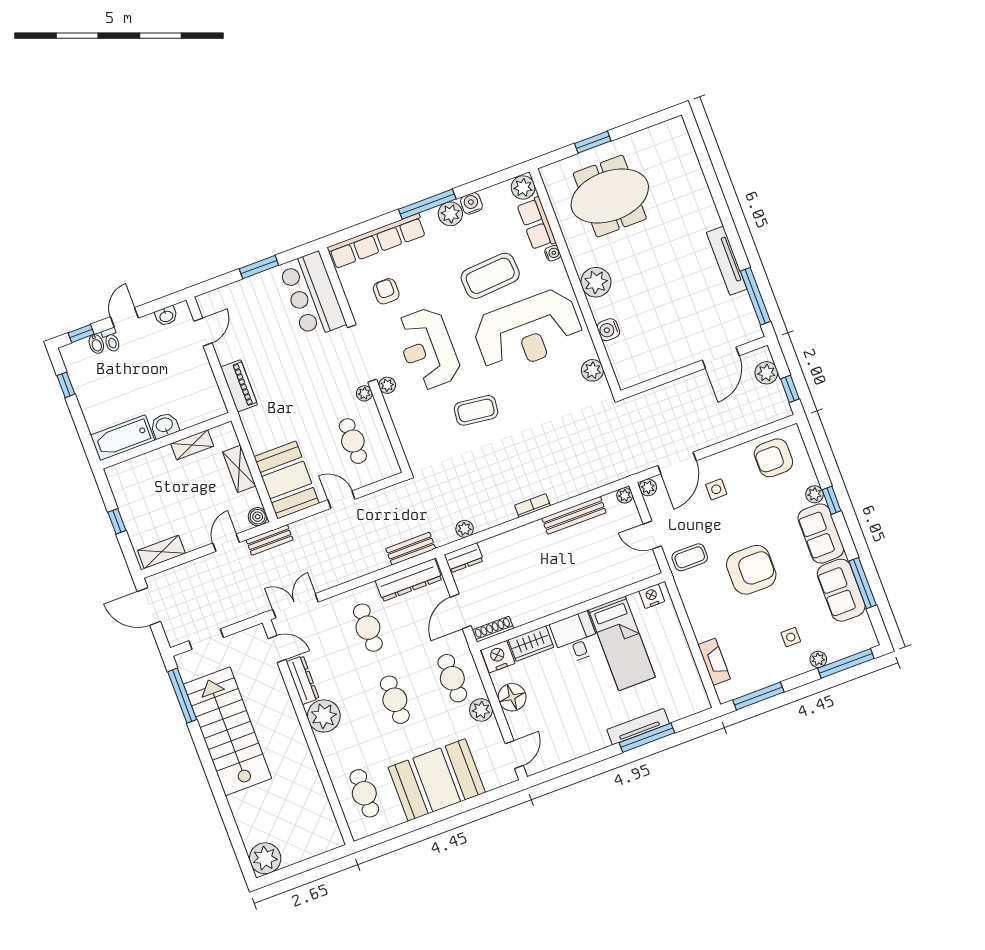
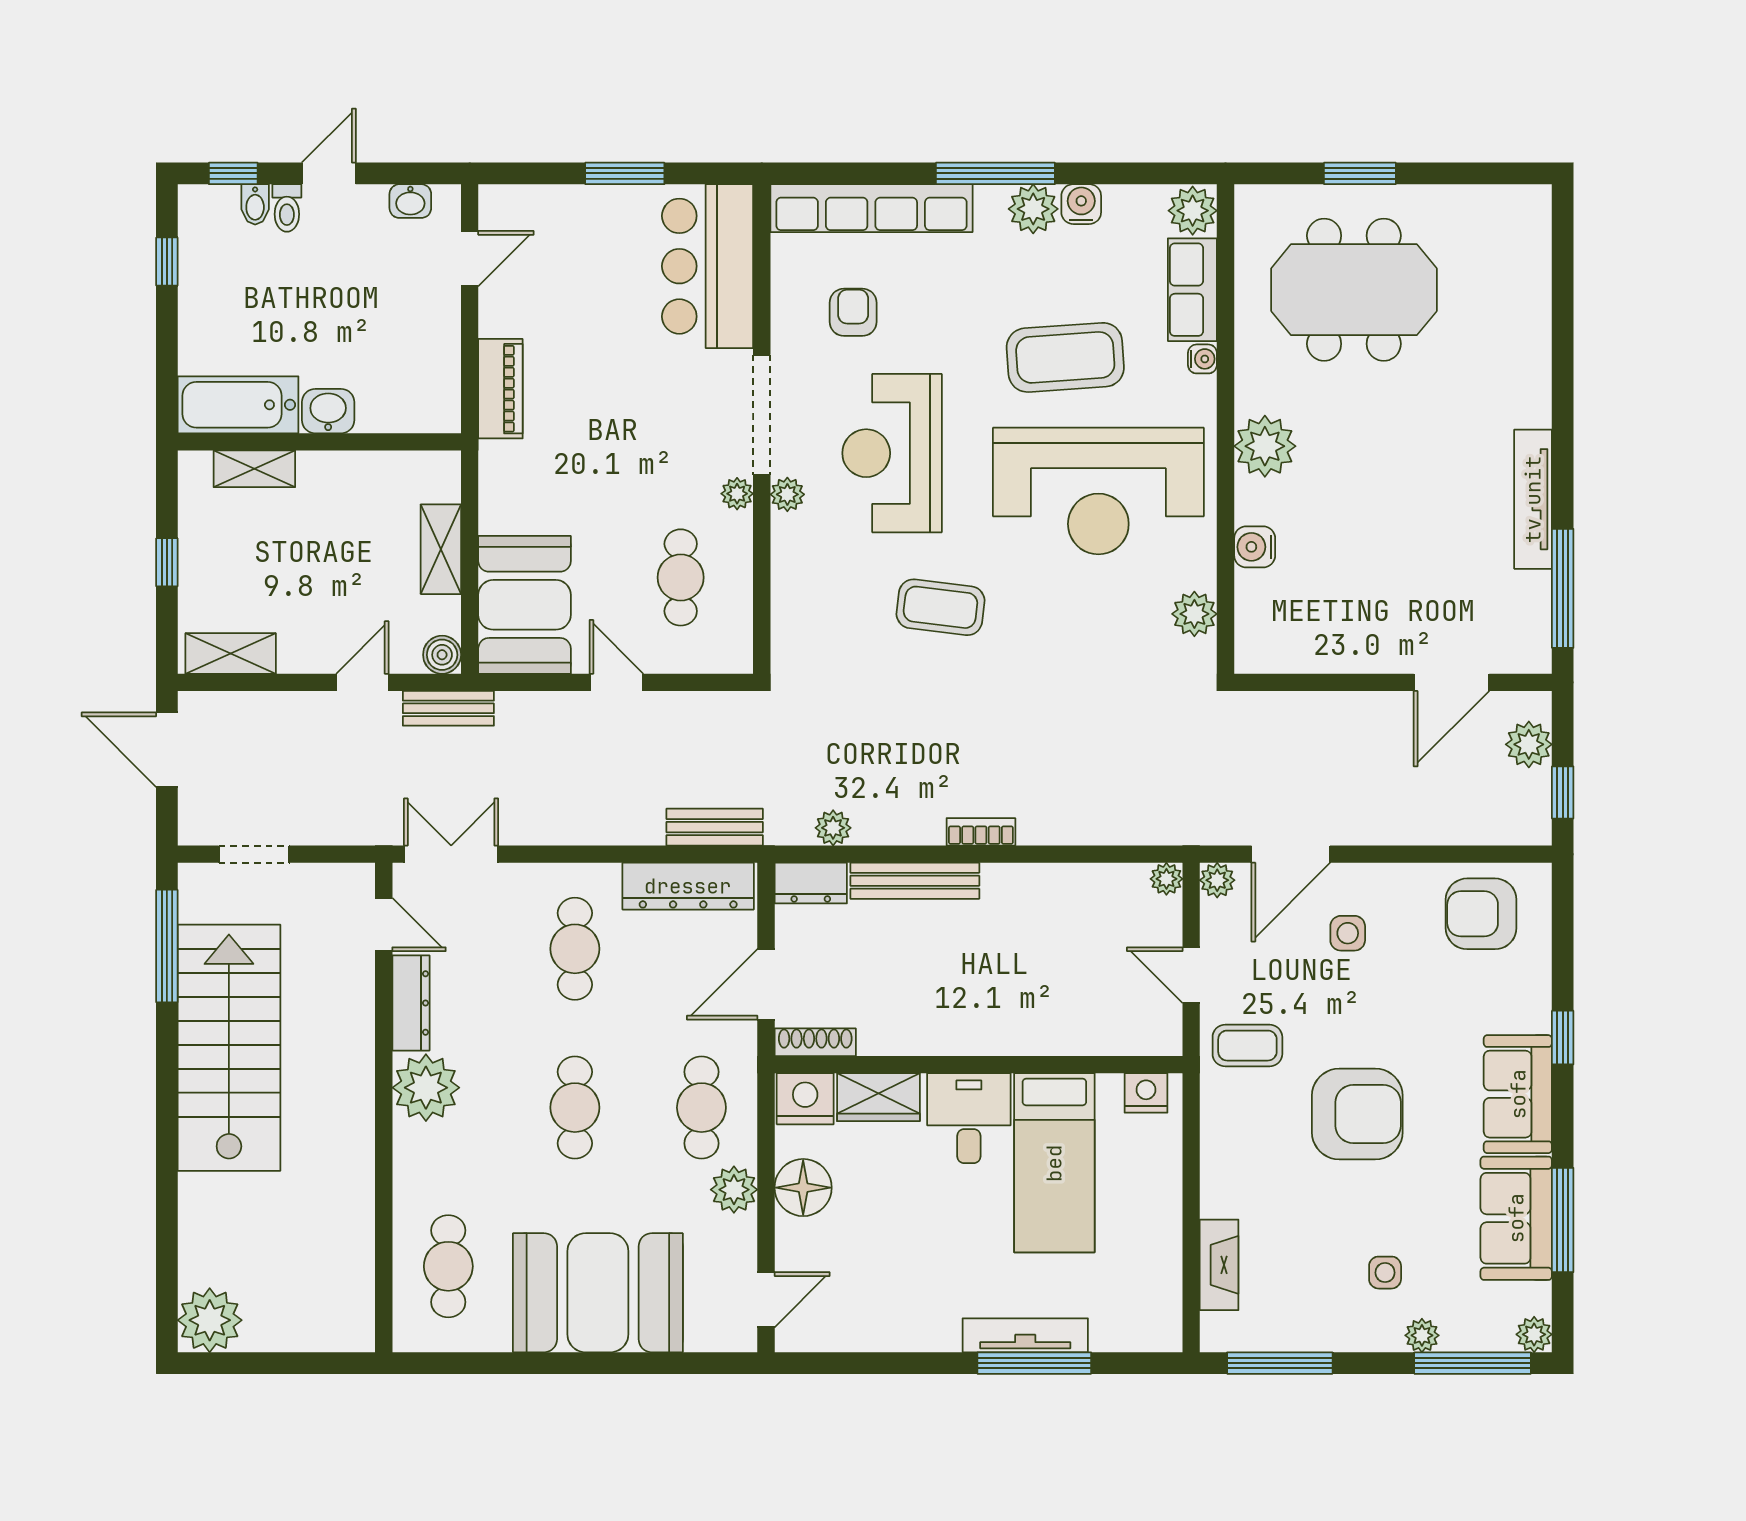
shelving: (192, 445) -> (254, 469), moved
plant: (815, 494) -> (1534, 1334), moved
bench: (574, 515) -> (915, 881), moved

